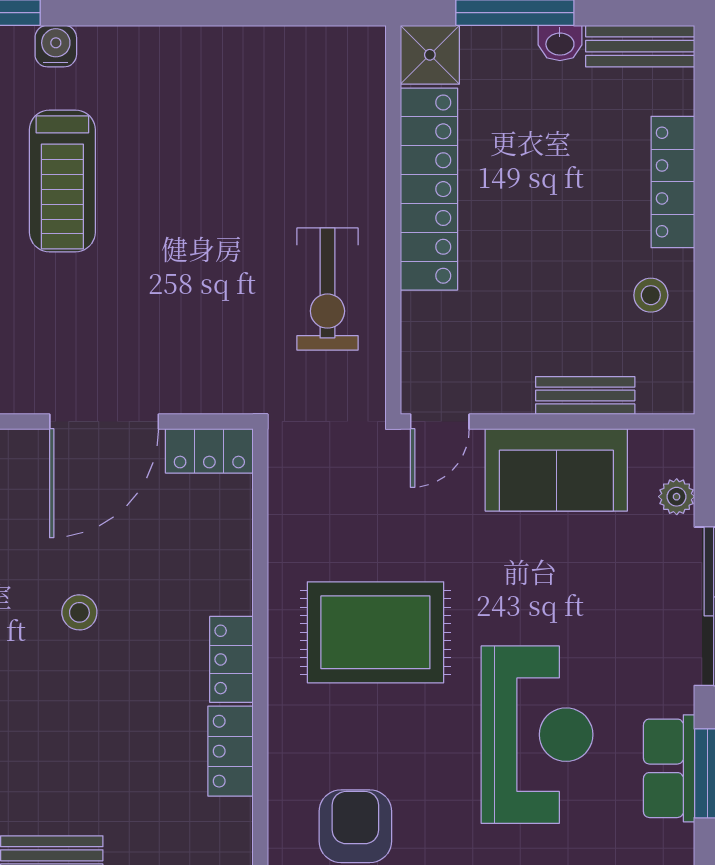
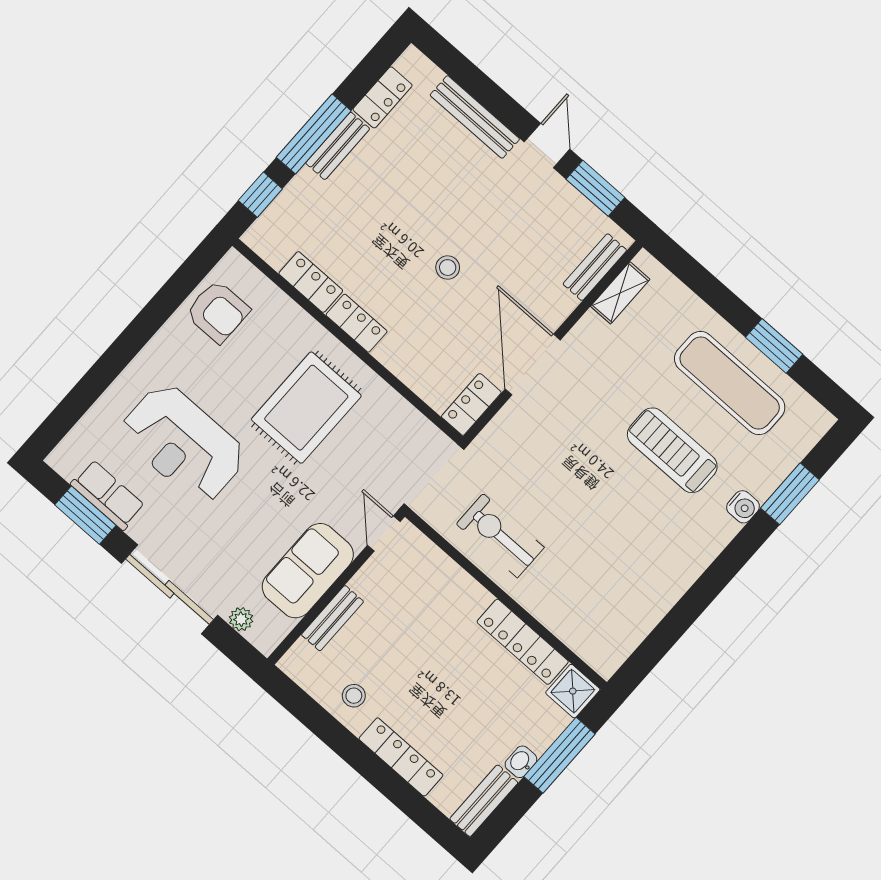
locker: (429, 189) -> (523, 642), width x0.71, depth x0.83

